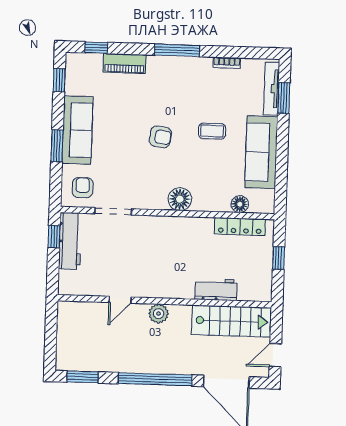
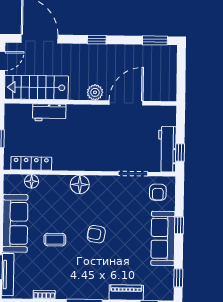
window: (57, 146) -> (179, 225), width x0.67
door: (120, 300) -> (126, 103), width x1.87
window: (155, 379) -> (97, 40), width x0.32

